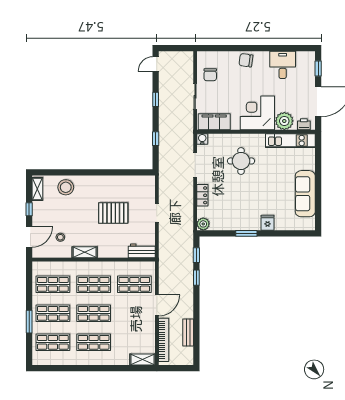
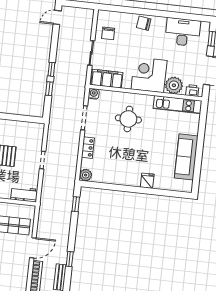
desk: (283, 65) -> (183, 32), width x1.37
window: (156, 99) -> (51, 69), moved
window: (246, 233) -> (126, 189), removed
window: (196, 278) -> (70, 259), moved

